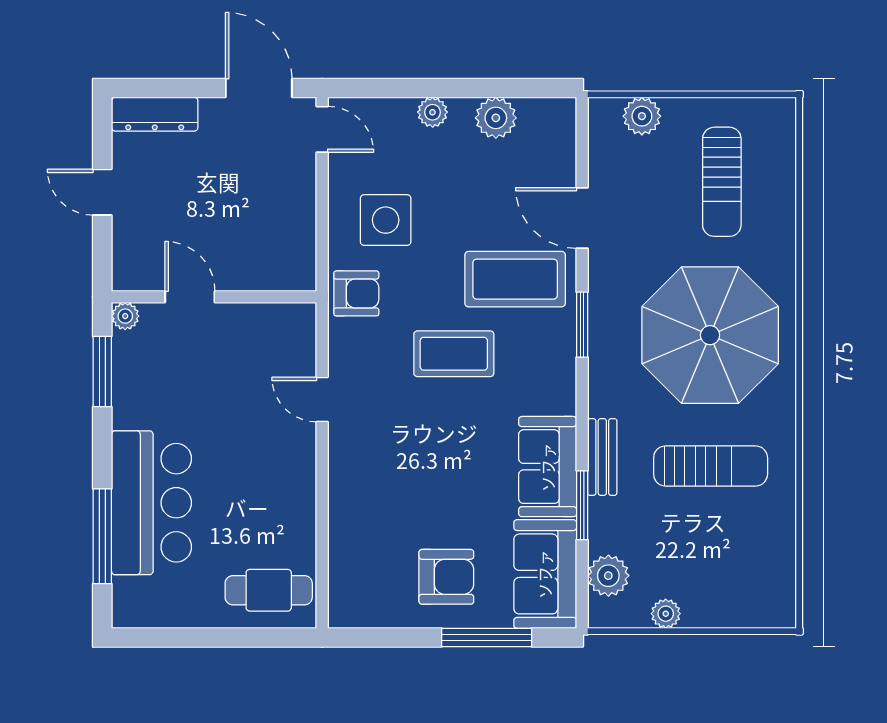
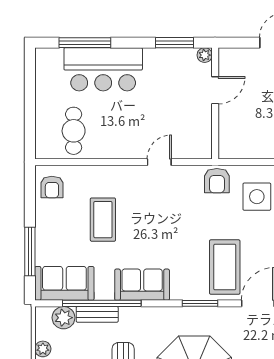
coffee table: (454, 354) -> (103, 220), moved
bench: (602, 457) -> (97, 314), moved
sofa: (548, 467) -> (142, 285), moved
window: (582, 505) -> (102, 303), width x2.11
armchair: (446, 577) -> (52, 187), moved, width x0.72, depth x0.72
cafe table: (269, 590) -> (74, 131), moved

